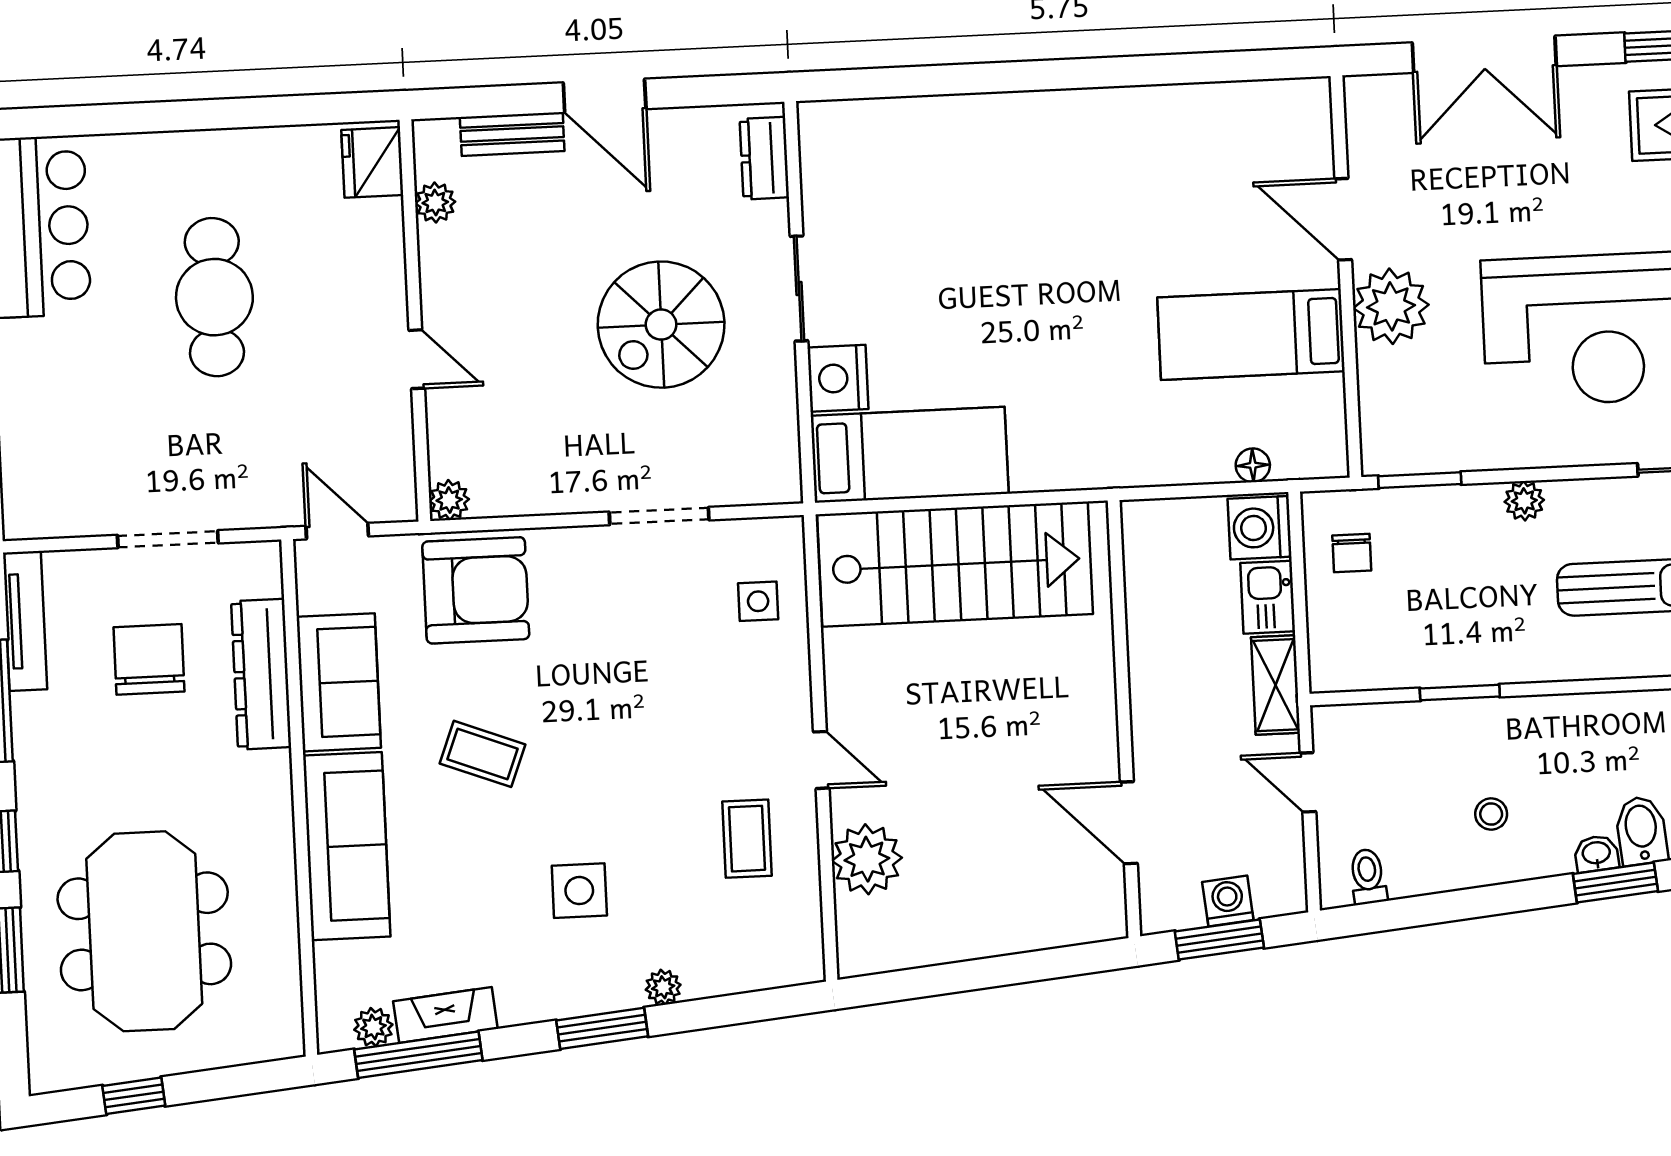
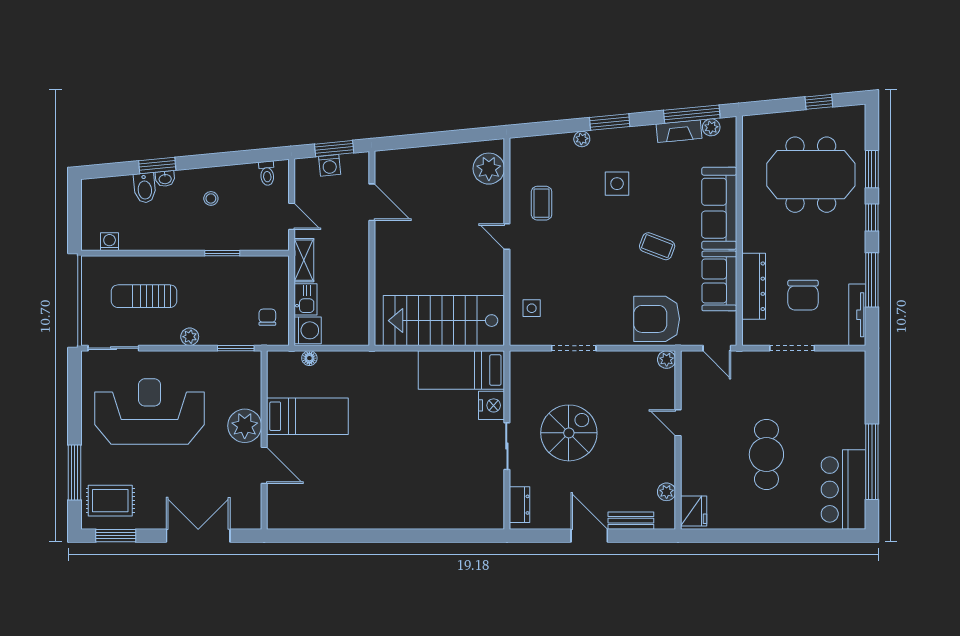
plant: (867, 859) -> (489, 169), moved
meeting table: (144, 931) -> (811, 175), turned 90

